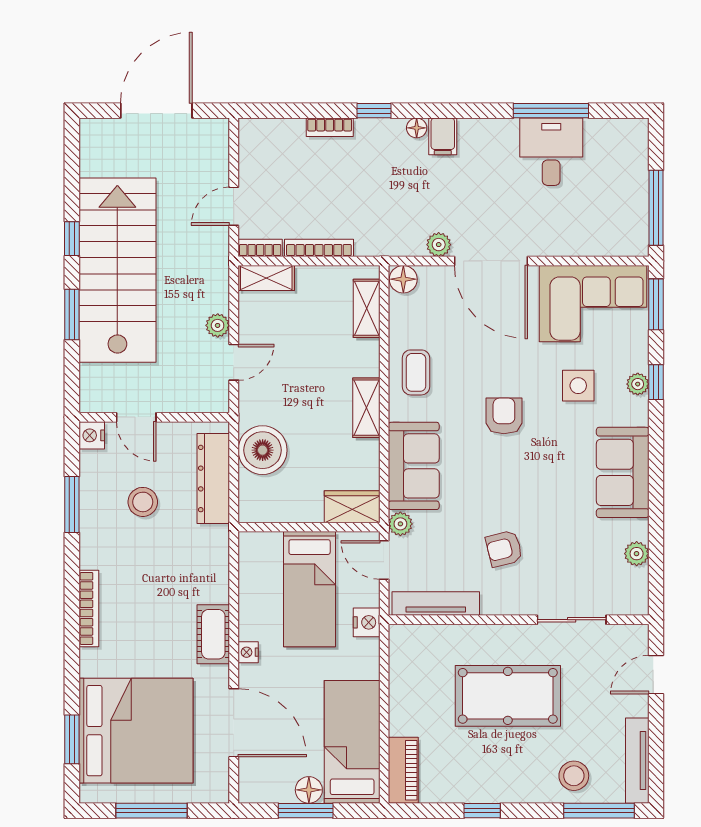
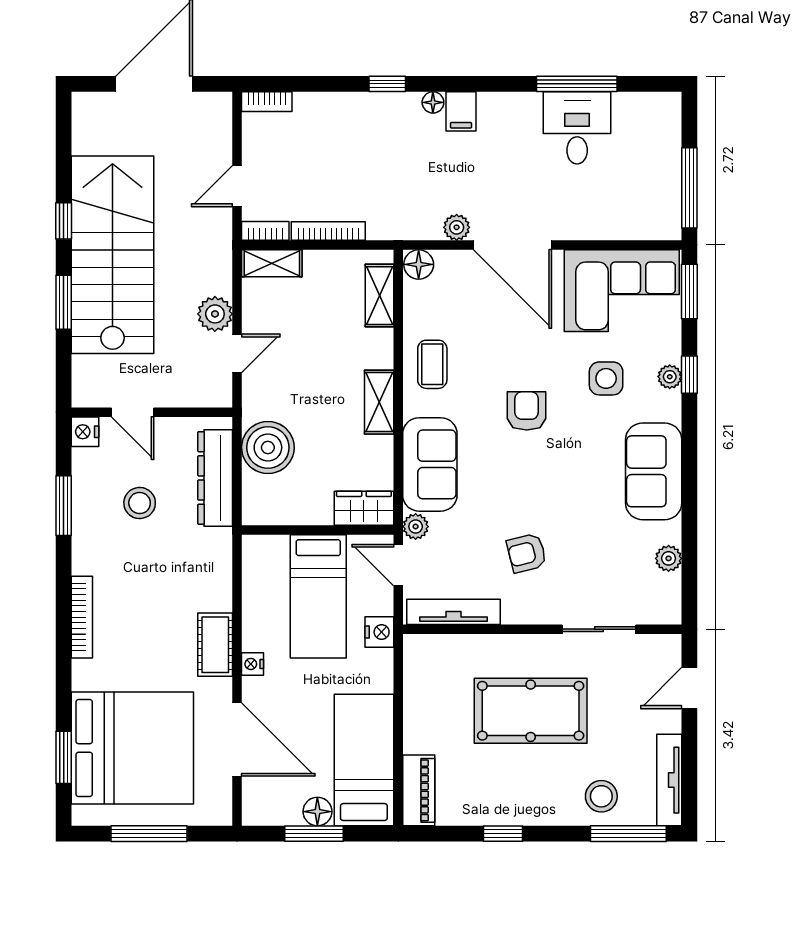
bookcase: (330, 127) -> (267, 102), moved
plant: (218, 325) -> (215, 314), width x1.38, depth x1.38

